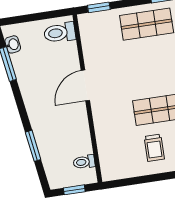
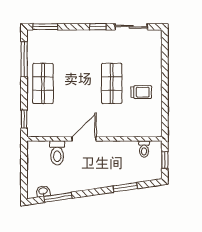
toilet: (60, 33) -> (57, 153), moved
door: (85, 85) -> (84, 139), swing flipped

